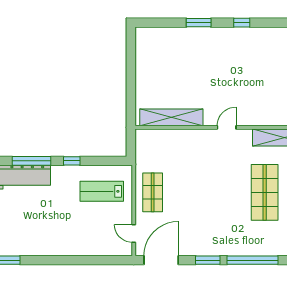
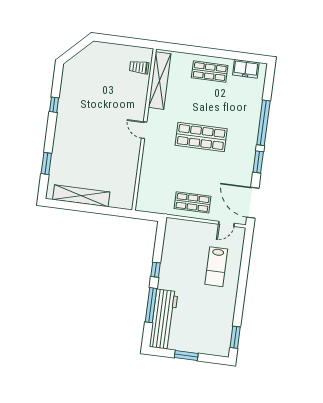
window: (199, 23) -> (46, 164), moved
shelving: (171, 117) -> (81, 196), moved, turned 90
lab bench: (102, 191) -> (216, 267), moved
shop shelf: (265, 192) -> (201, 137), moved

